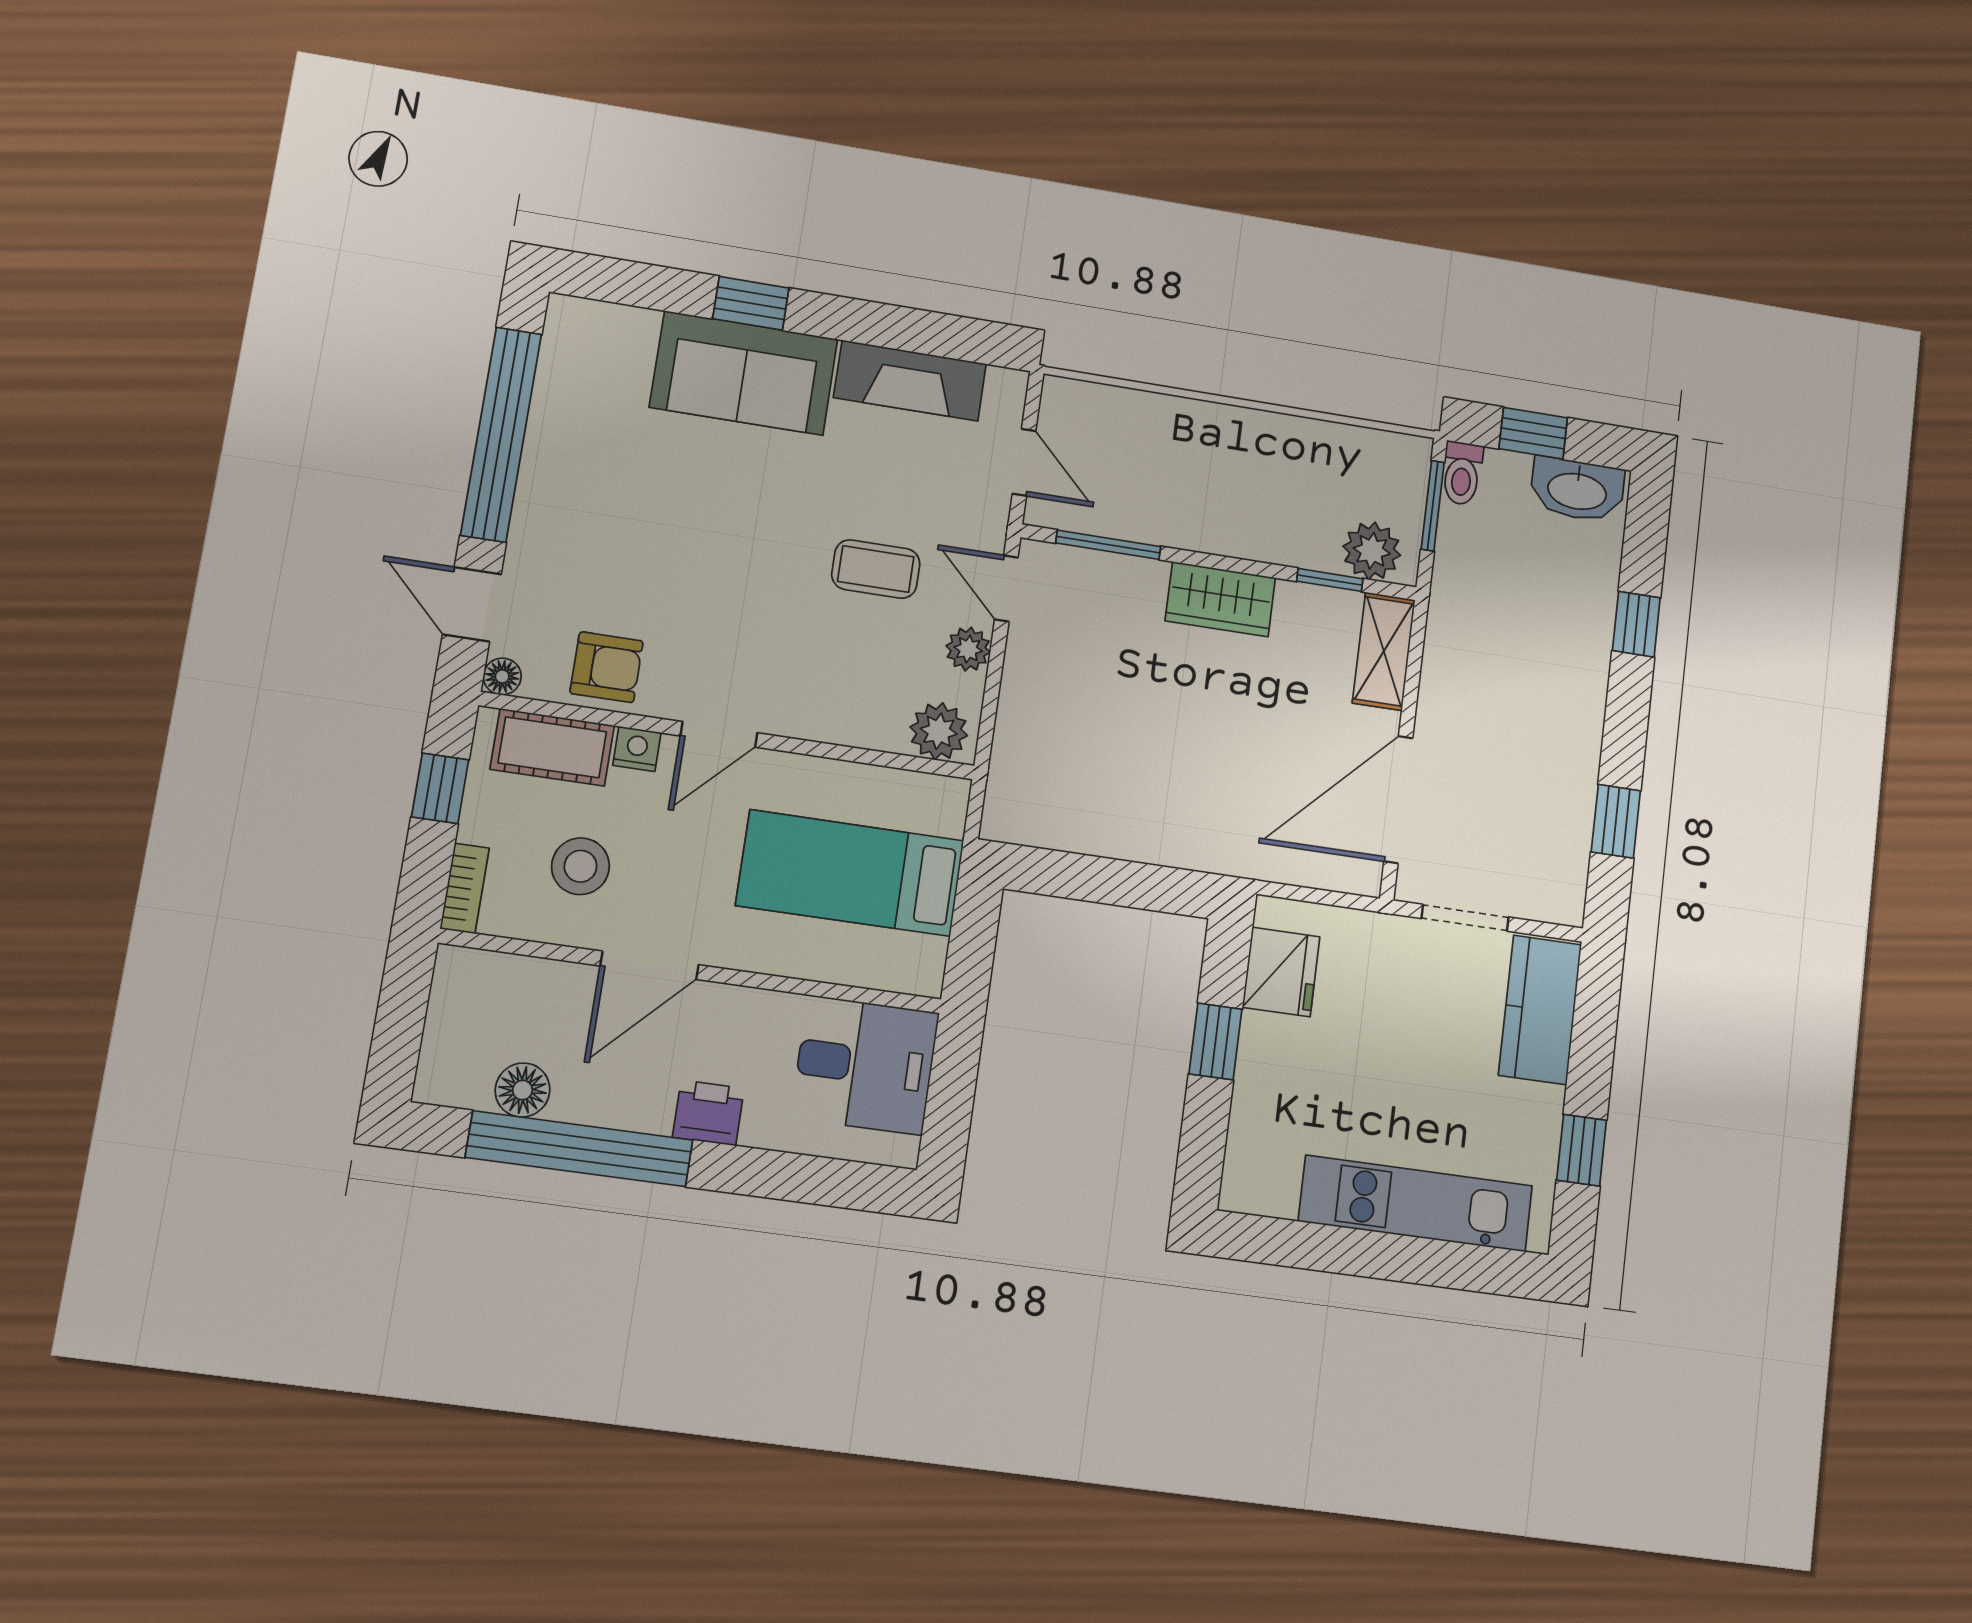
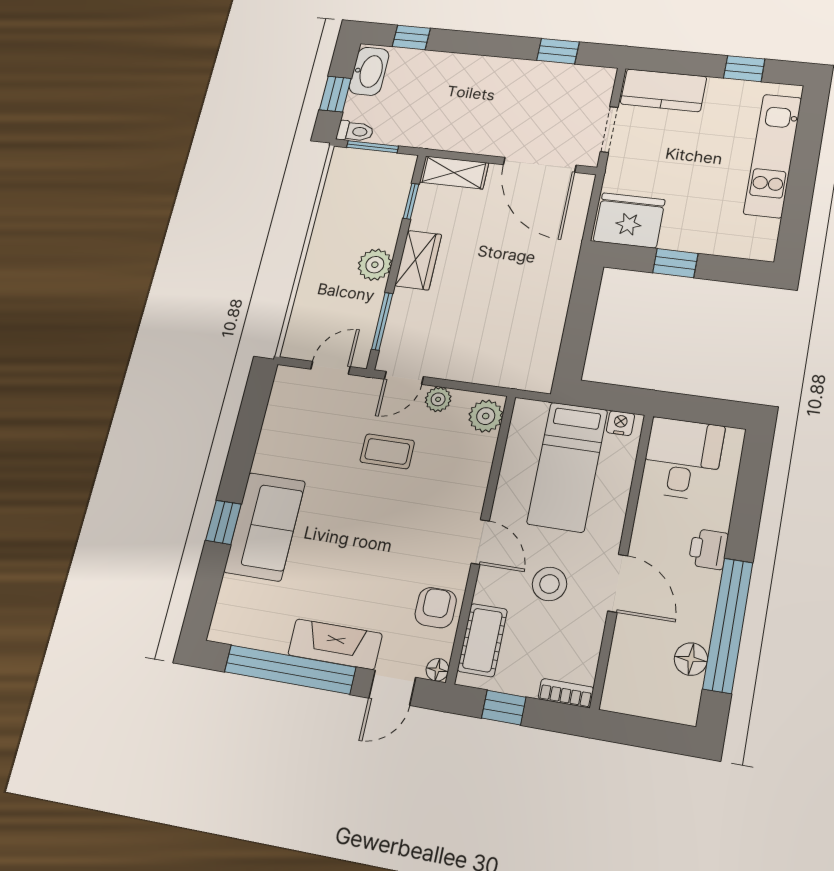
fireplace: (910, 381) -> (335, 644), moved, turned -90
plant: (1372, 551) -> (375, 265), moved
coffee table: (876, 569) -> (387, 451), turned 90
window: (1636, 624) -> (411, 37), moved
nightstand: (637, 749) -> (620, 423), moved, turned 90
stool: (580, 866) -> (549, 584), moved
fridge: (1281, 972) -> (629, 220), width x1.36, depth x1.34

